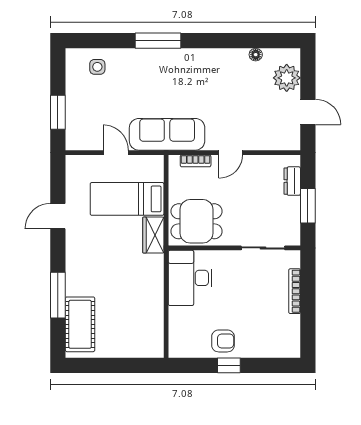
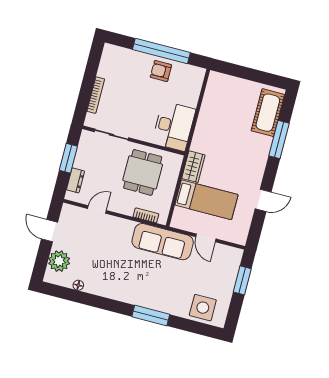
side table: (97, 67) -> (203, 308), width x1.87, depth x1.87
door: (231, 153) -> (97, 209), moved
dining table: (196, 221) -> (143, 172), moved, turned 90
window: (229, 365) -> (161, 51), width x3.17

